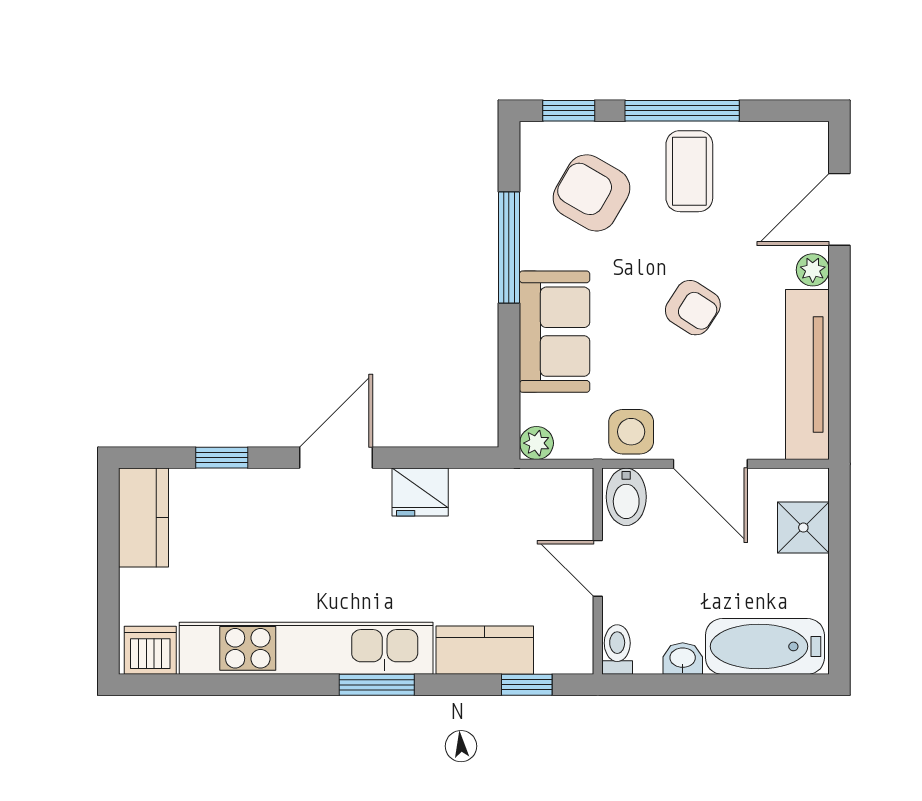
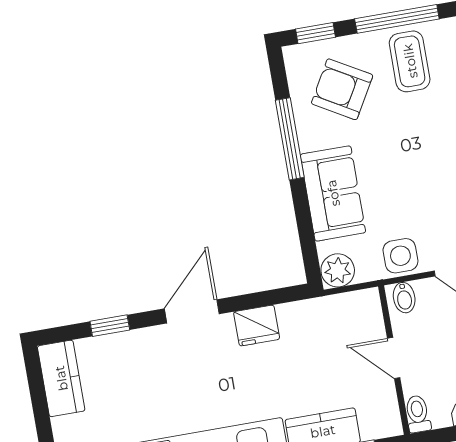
armchair: (693, 308) -> (429, 159), removed
plant: (537, 443) -> (338, 270), width x1.38, depth x1.38
bidet: (626, 497) -> (404, 298), width x0.72, depth x0.74

